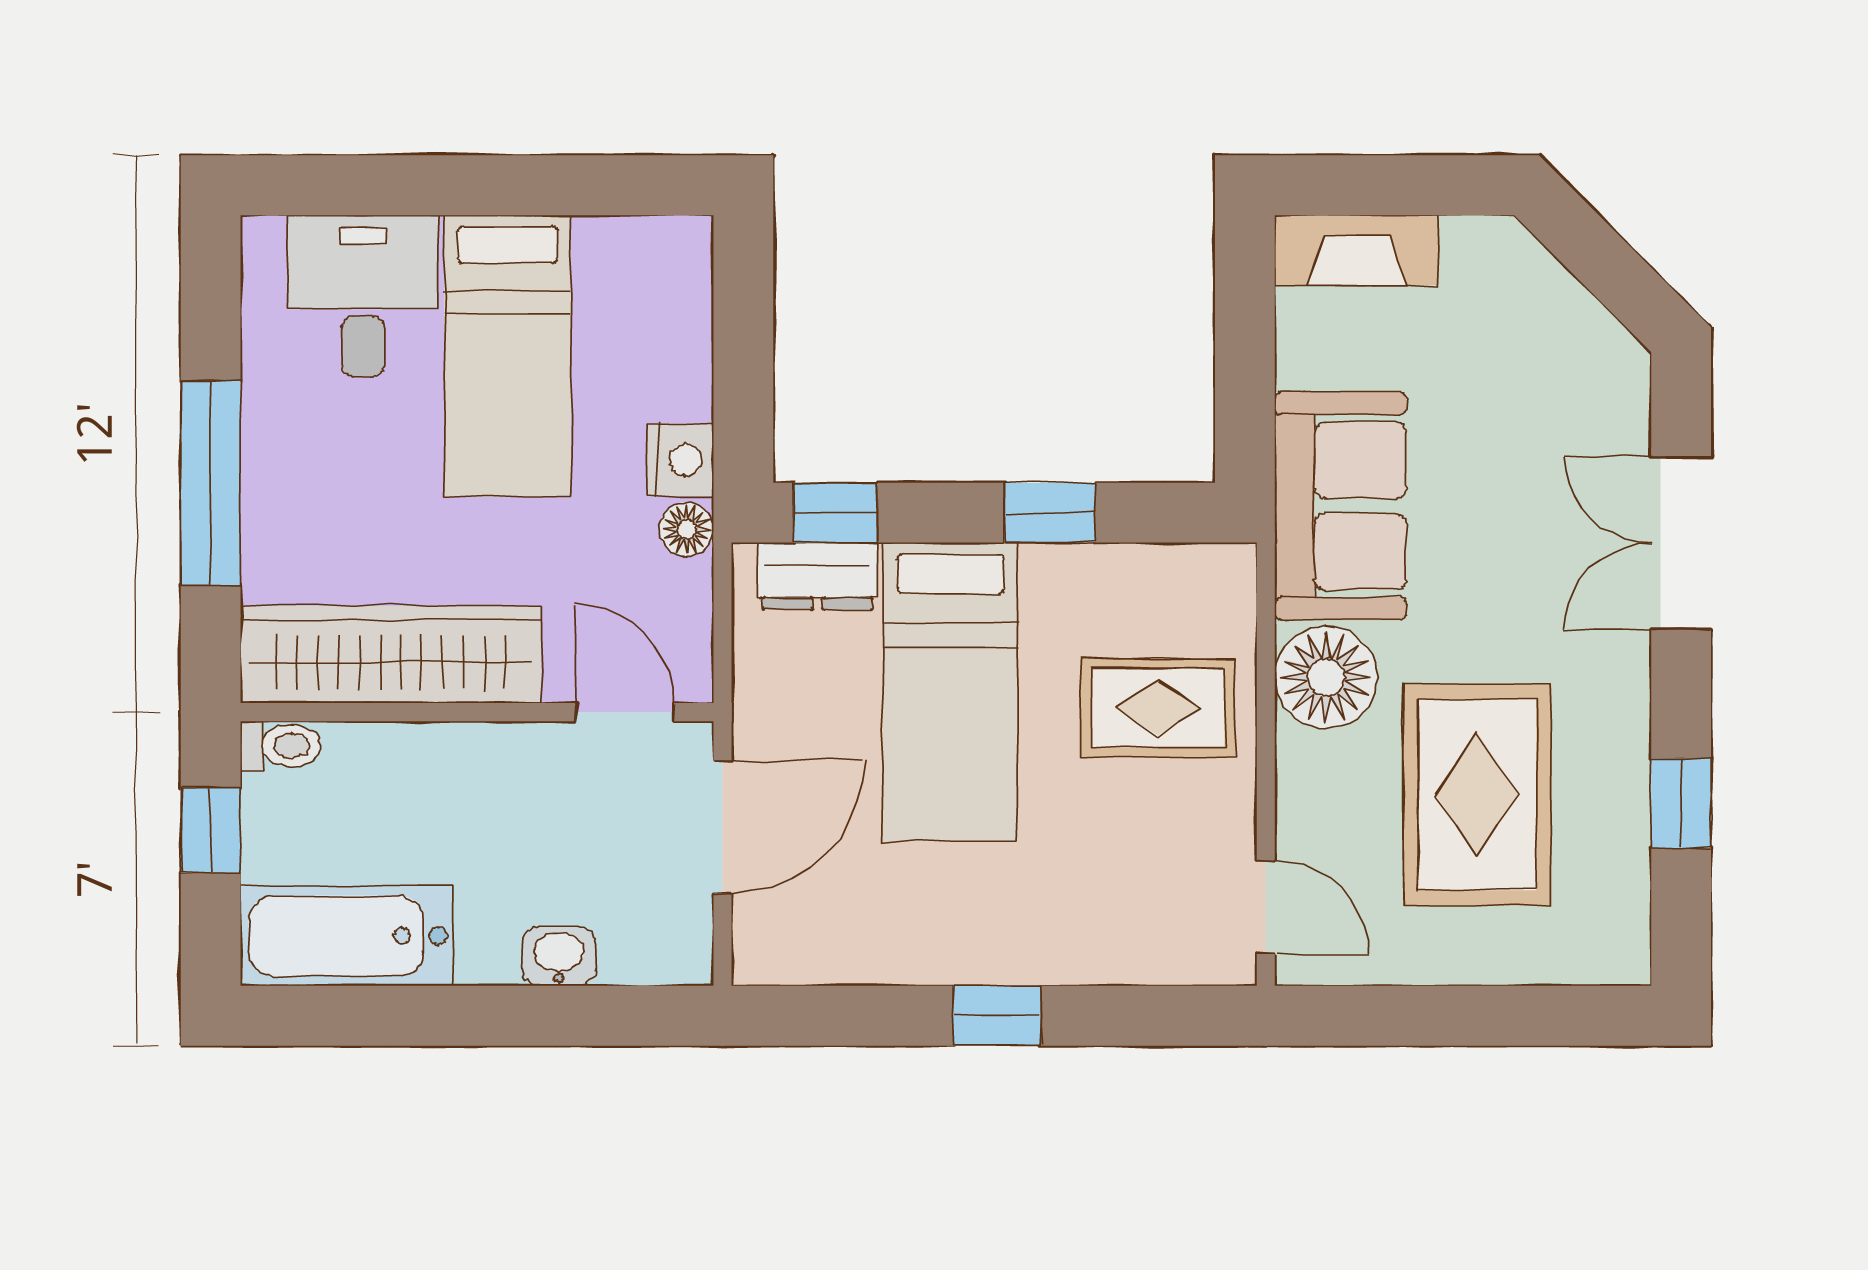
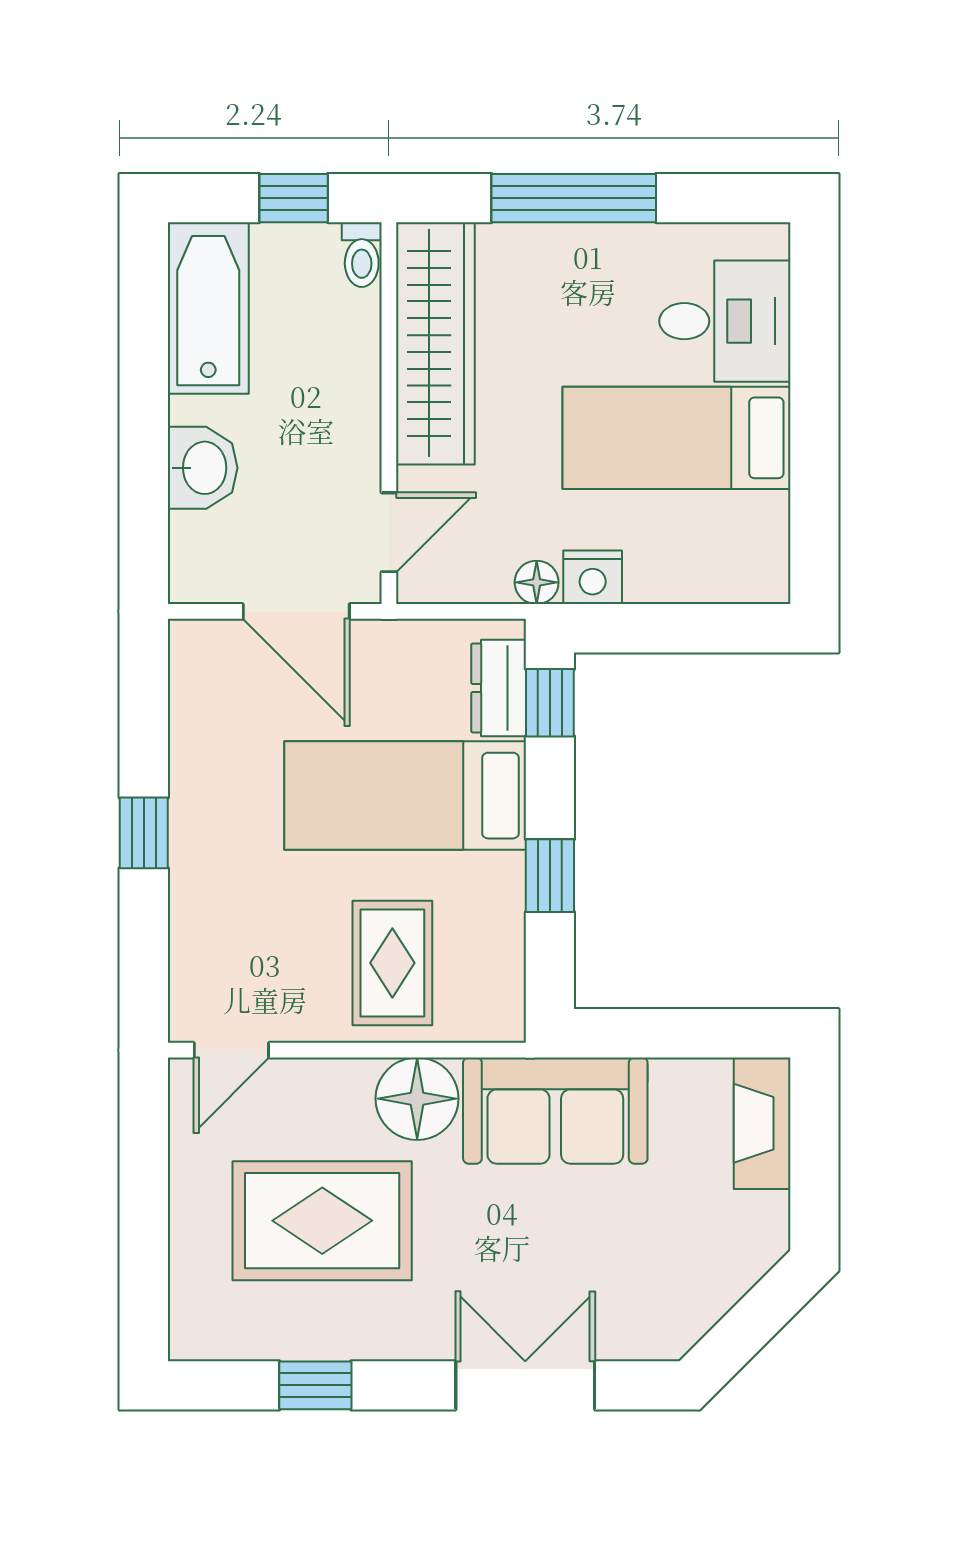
washbasin: (559, 956) -> (203, 468), width x1.38, depth x1.45

